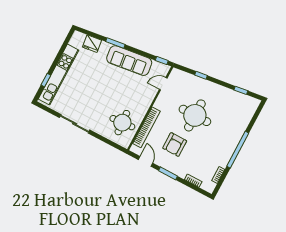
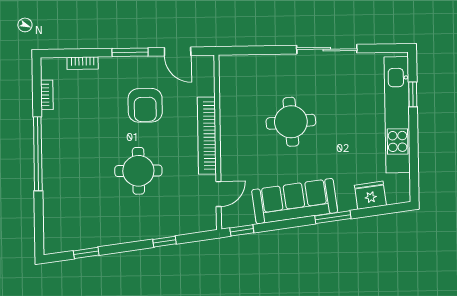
round table: (195, 115) -> (138, 171), width x0.73, depth x0.73
round table: (122, 123) -> (291, 122), moved
bookcase: (147, 127) -> (207, 136), moved
armchair: (175, 145) -> (145, 105), turned 180

